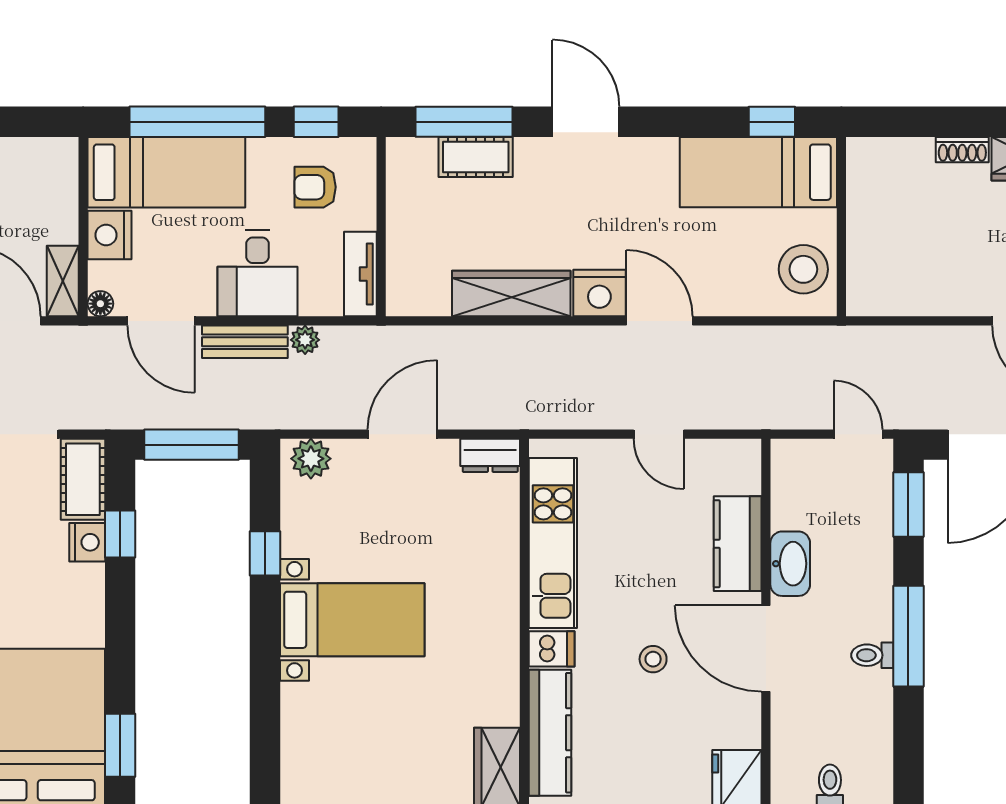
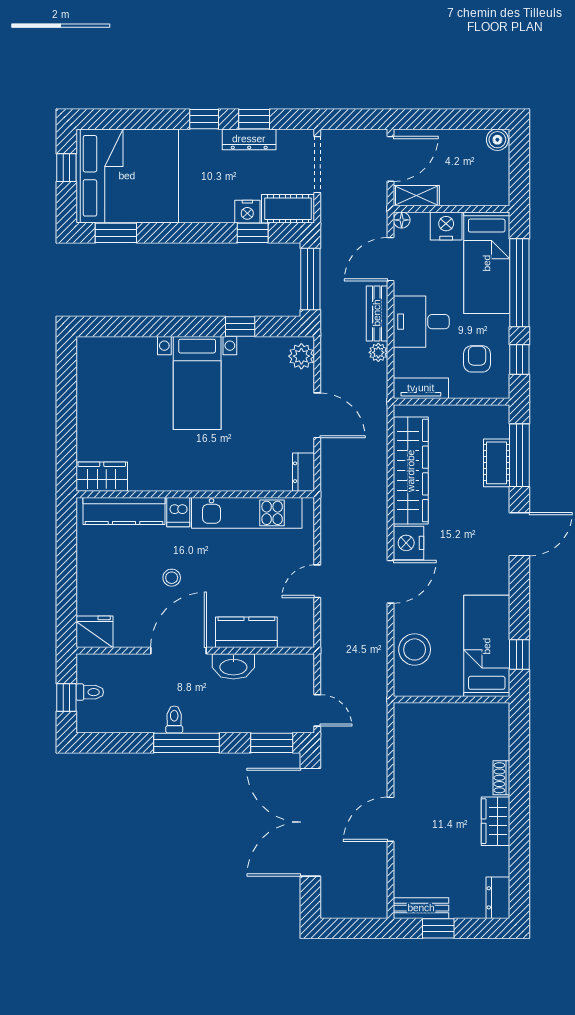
stool: (803, 269) -> (415, 649), moved
wardrobe: (511, 294) -> (411, 471), width x1.40, depth x1.17
door: (858, 434) -> (317, 710), hinge flipped

